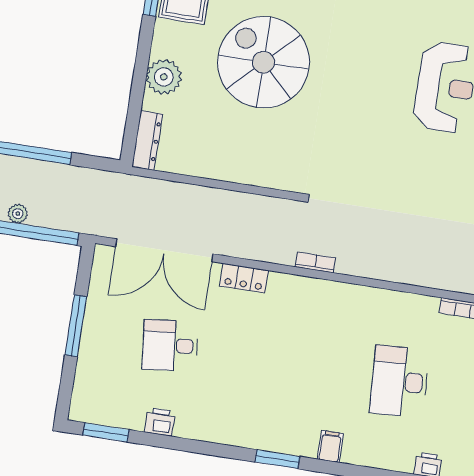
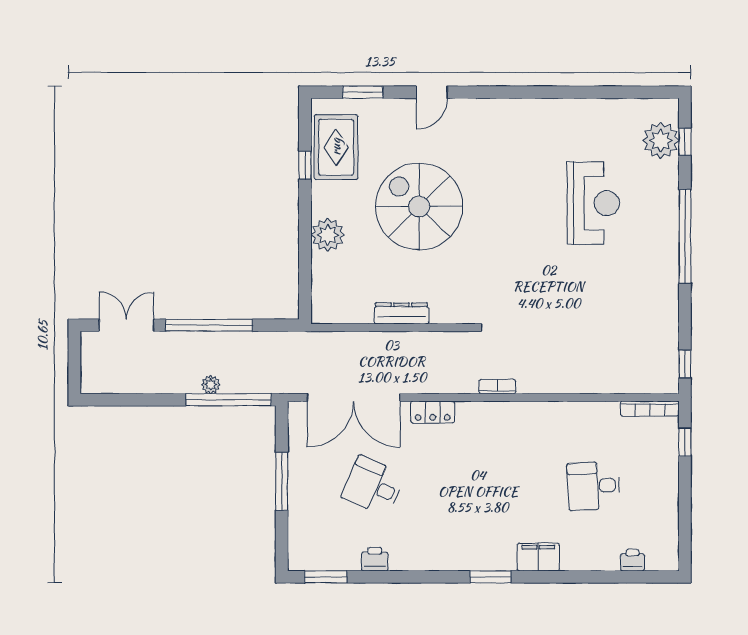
dresser: (147, 140) -> (402, 313), moved, turned -90
desk: (170, 346) -> (373, 486), turned 30
desk: (399, 381) -> (594, 486), width x0.73
filing cabinet: (330, 446) -> (538, 557), width x2.00

